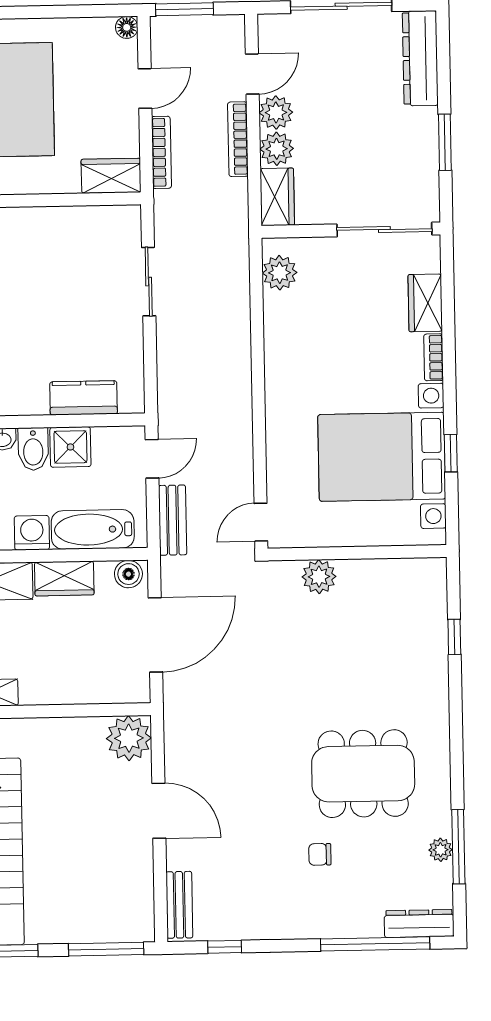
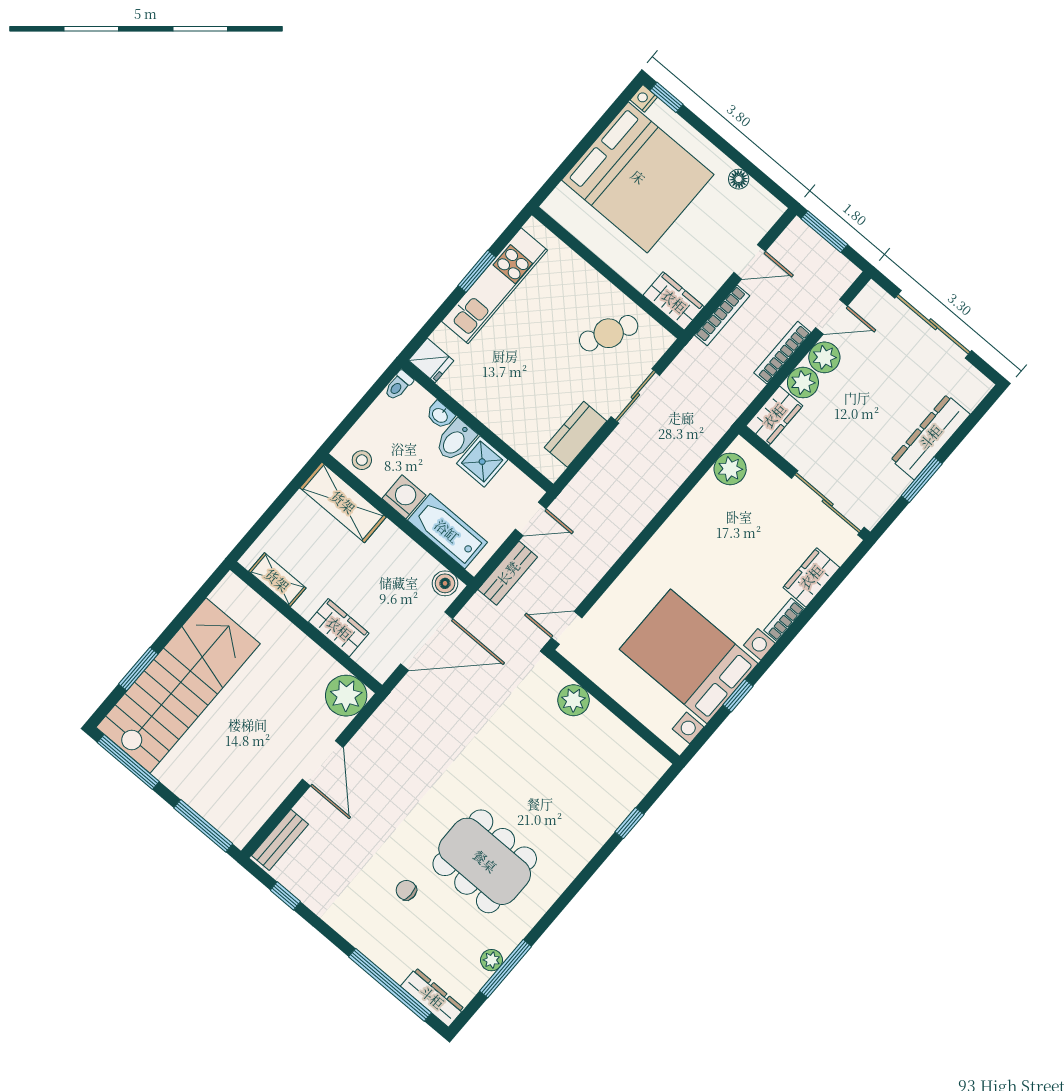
floor lamp: (127, 27) -> (739, 179), moved
dresser: (420, 58) -> (930, 437), moved
cafe table: (81, 250) -> (609, 333), added
kitchen counter: (84, 398) -> (576, 434), moved, turned -90
wardrobe: (64, 578) -> (339, 628), moved, turned 180

